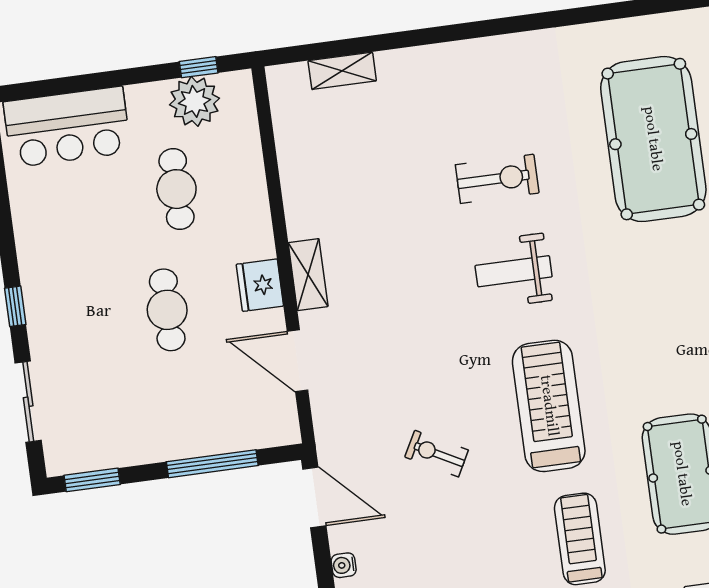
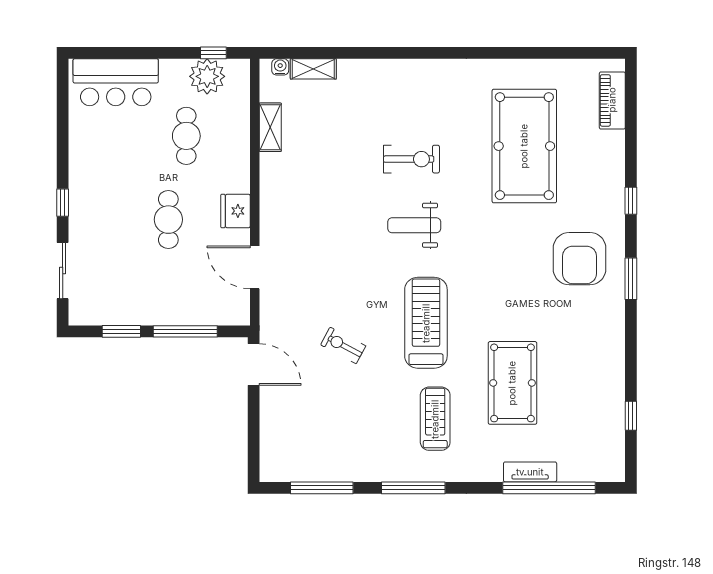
shelving: (308, 275) -> (270, 127), moved
window: (92, 480) -> (121, 331), moved
water cooler: (344, 565) -> (280, 67), moved, turned 90

